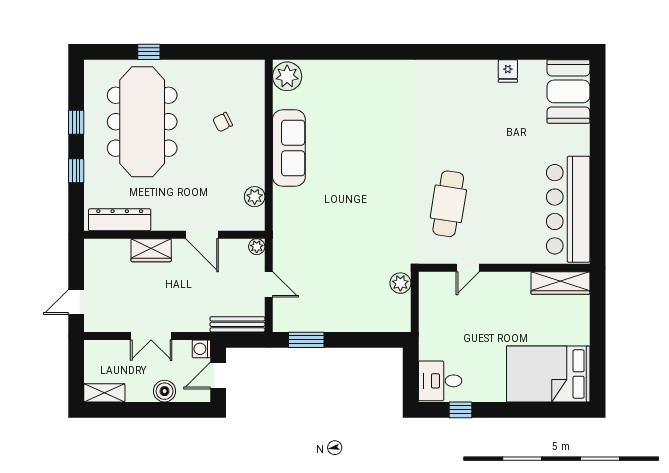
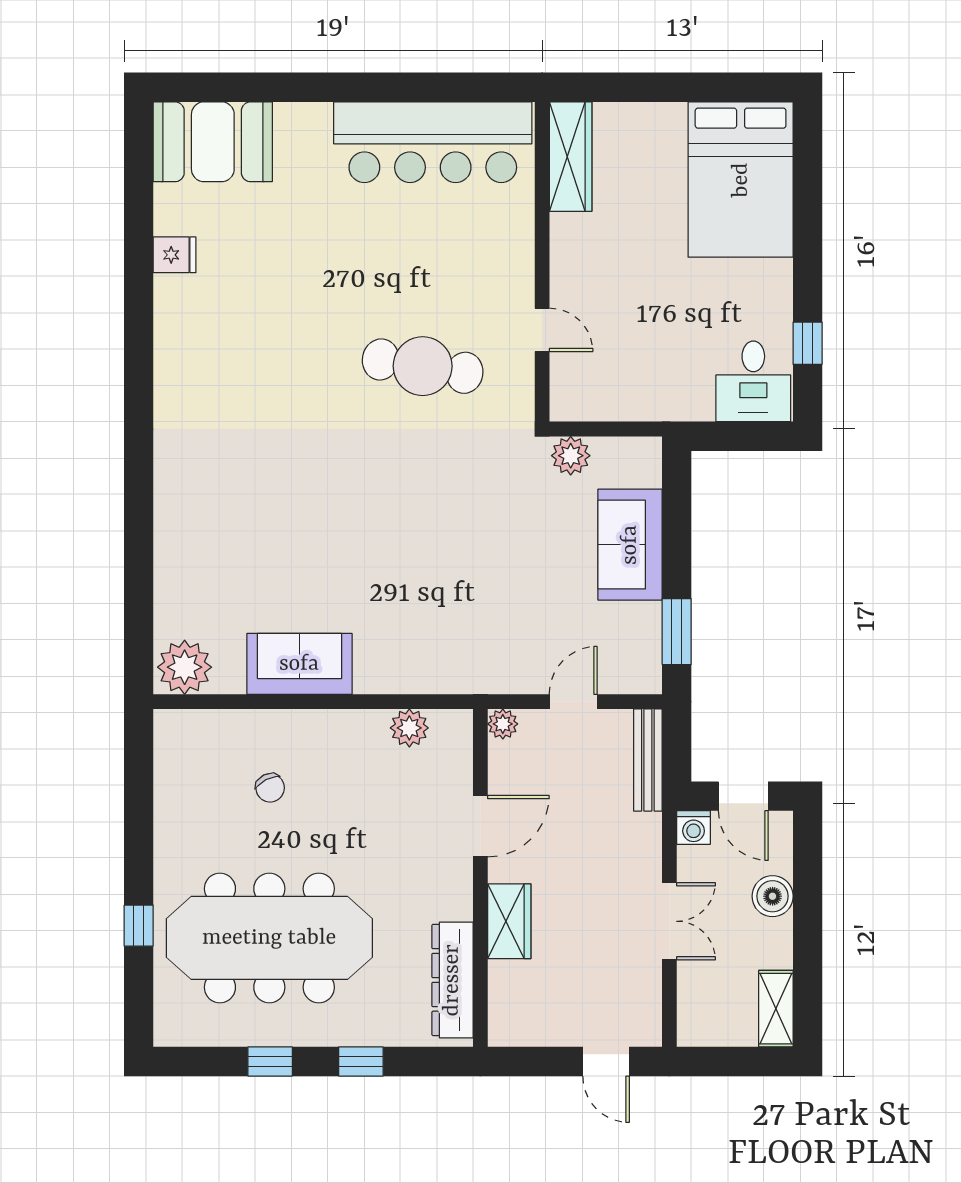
sofa: (289, 148) -> (299, 664), width x0.73
sofa: (353, 315) -> (630, 545), added

